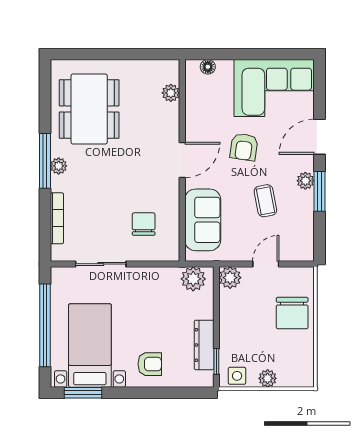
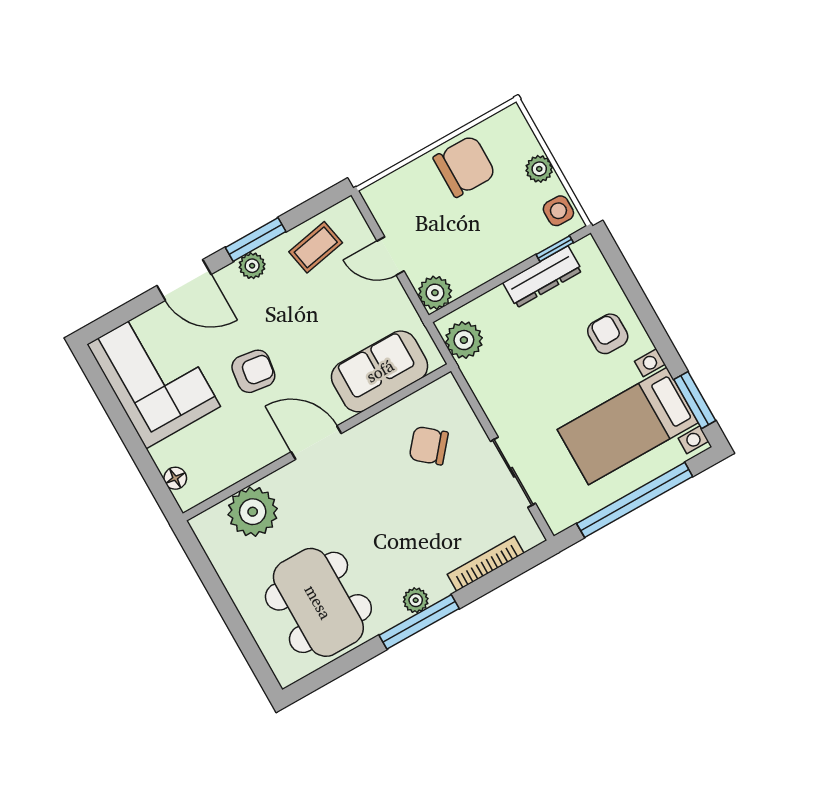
plant: (171, 93) -> (253, 512), width x1.88, depth x1.88
dining table: (89, 109) -> (318, 602), turned 90
coffee table: (265, 201) -> (316, 247), moved
chair: (144, 224) -> (429, 446), turned 40
chair: (292, 313) -> (465, 166), moved

